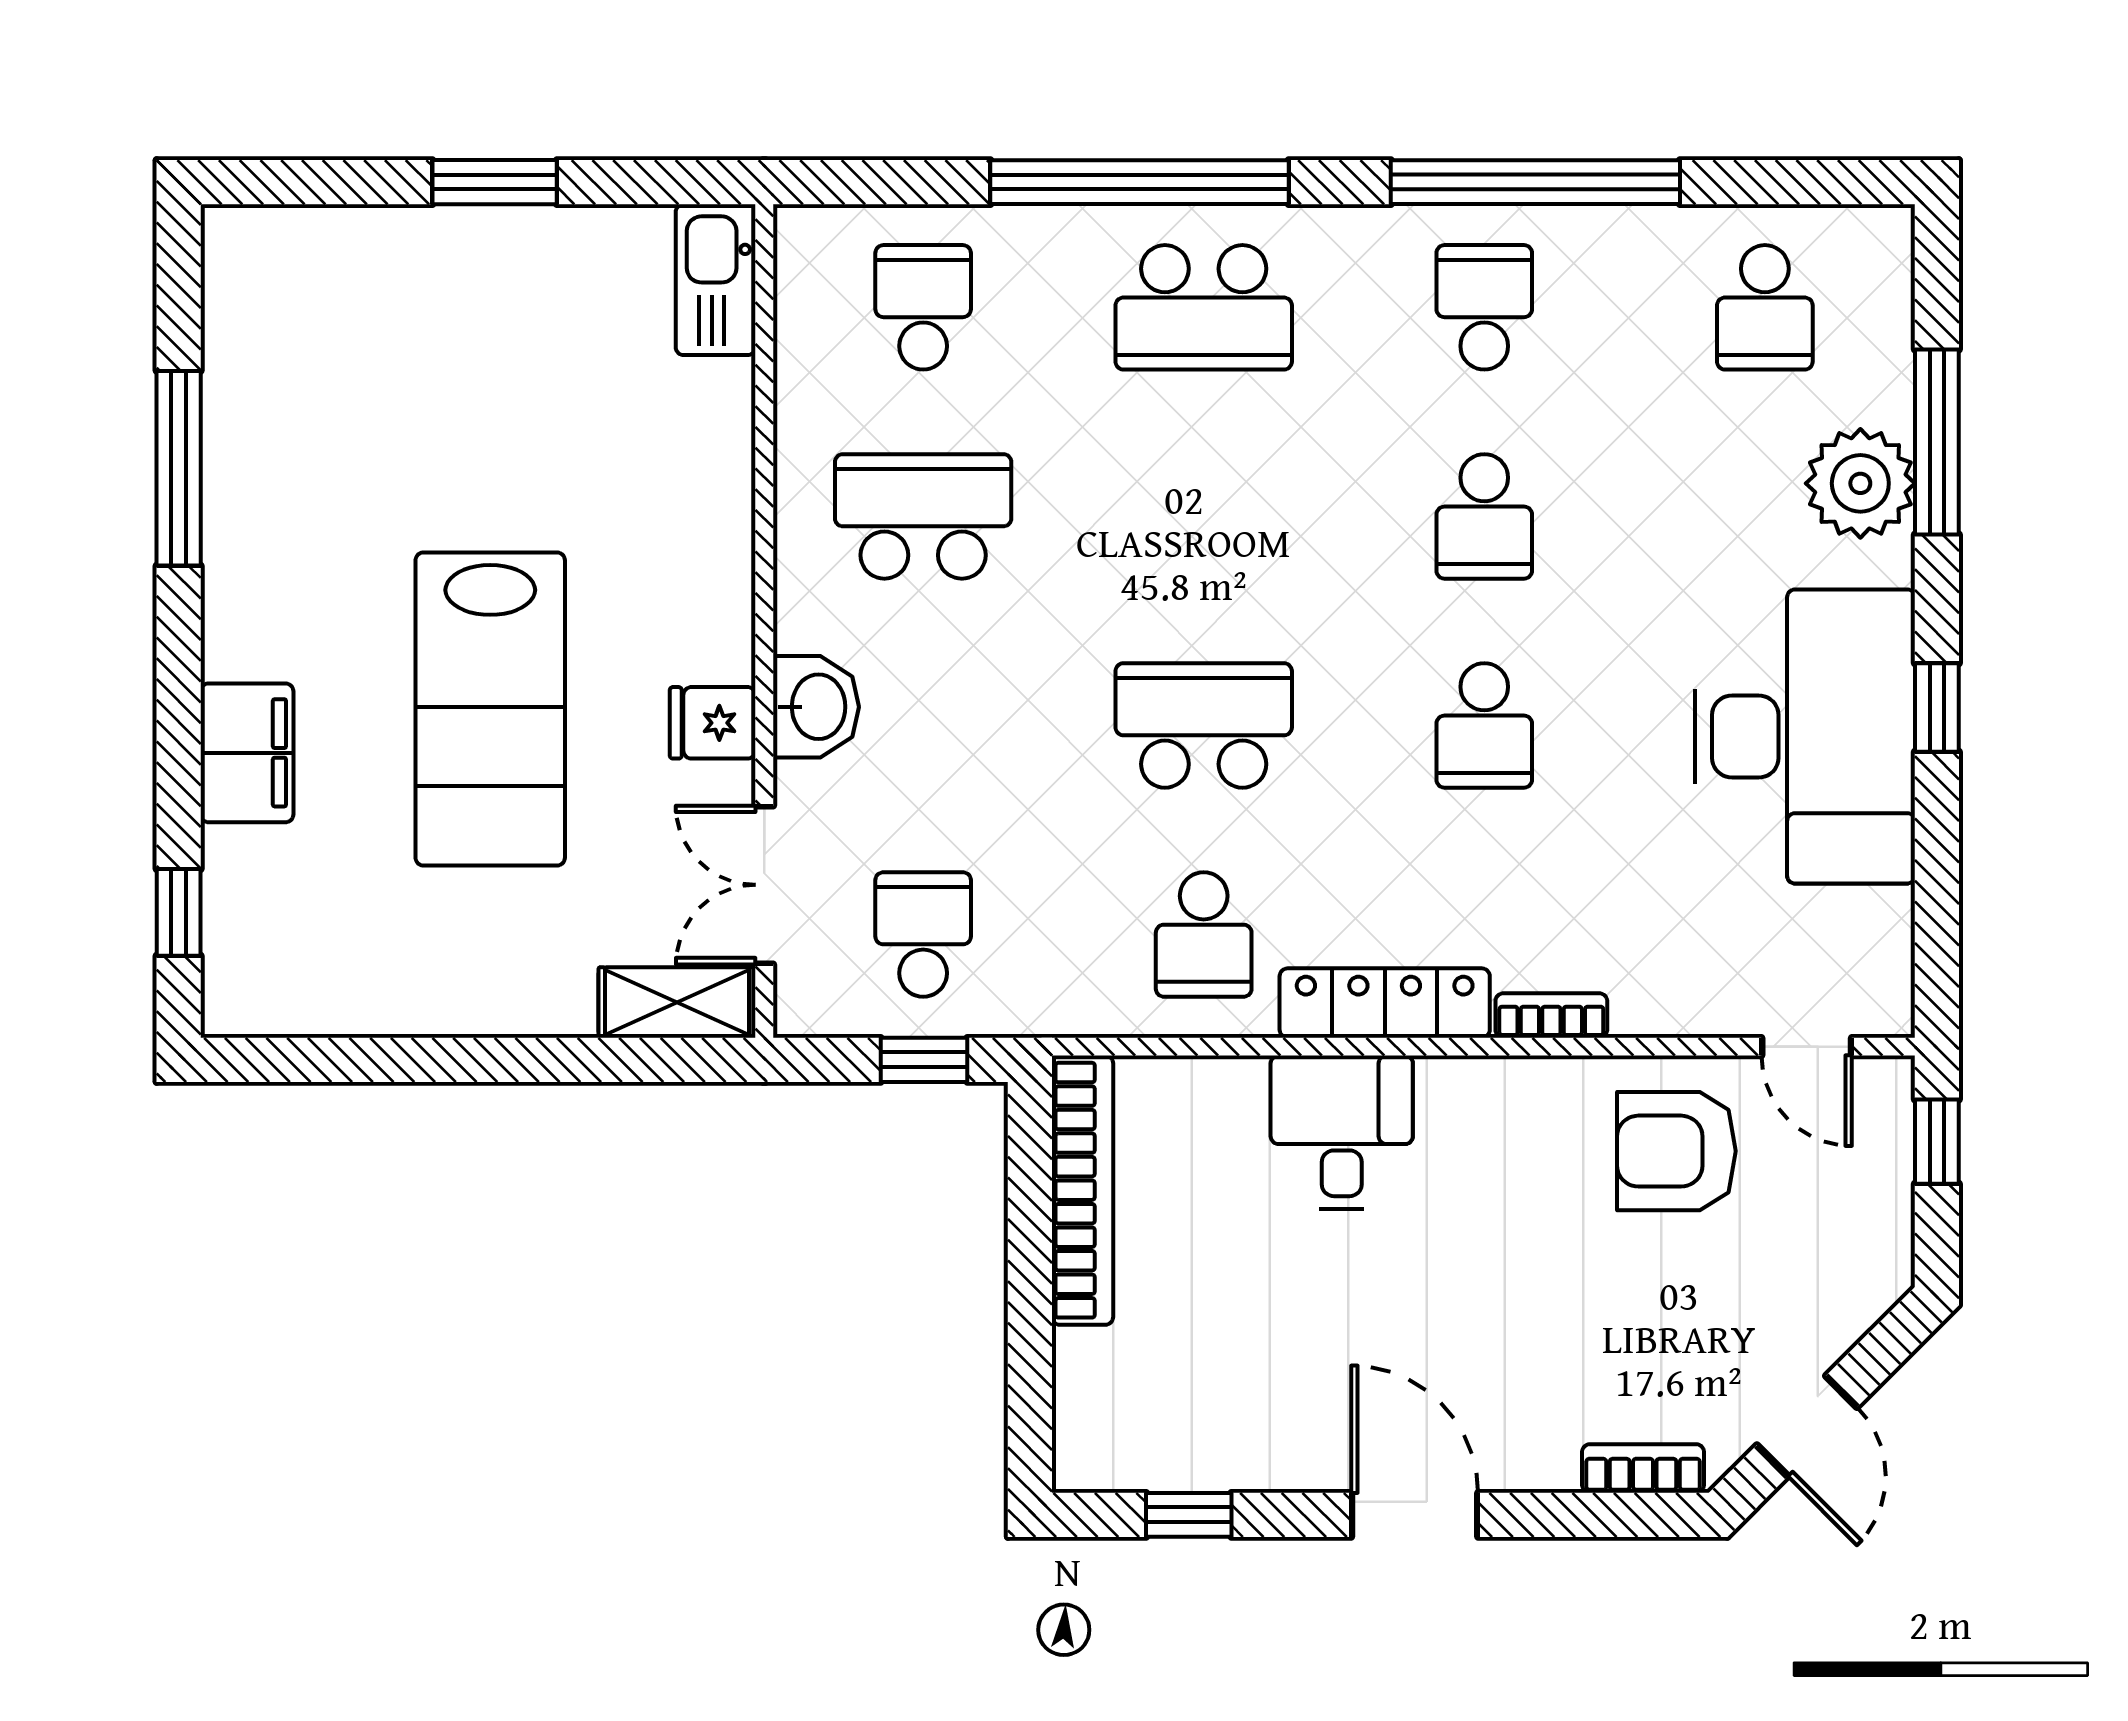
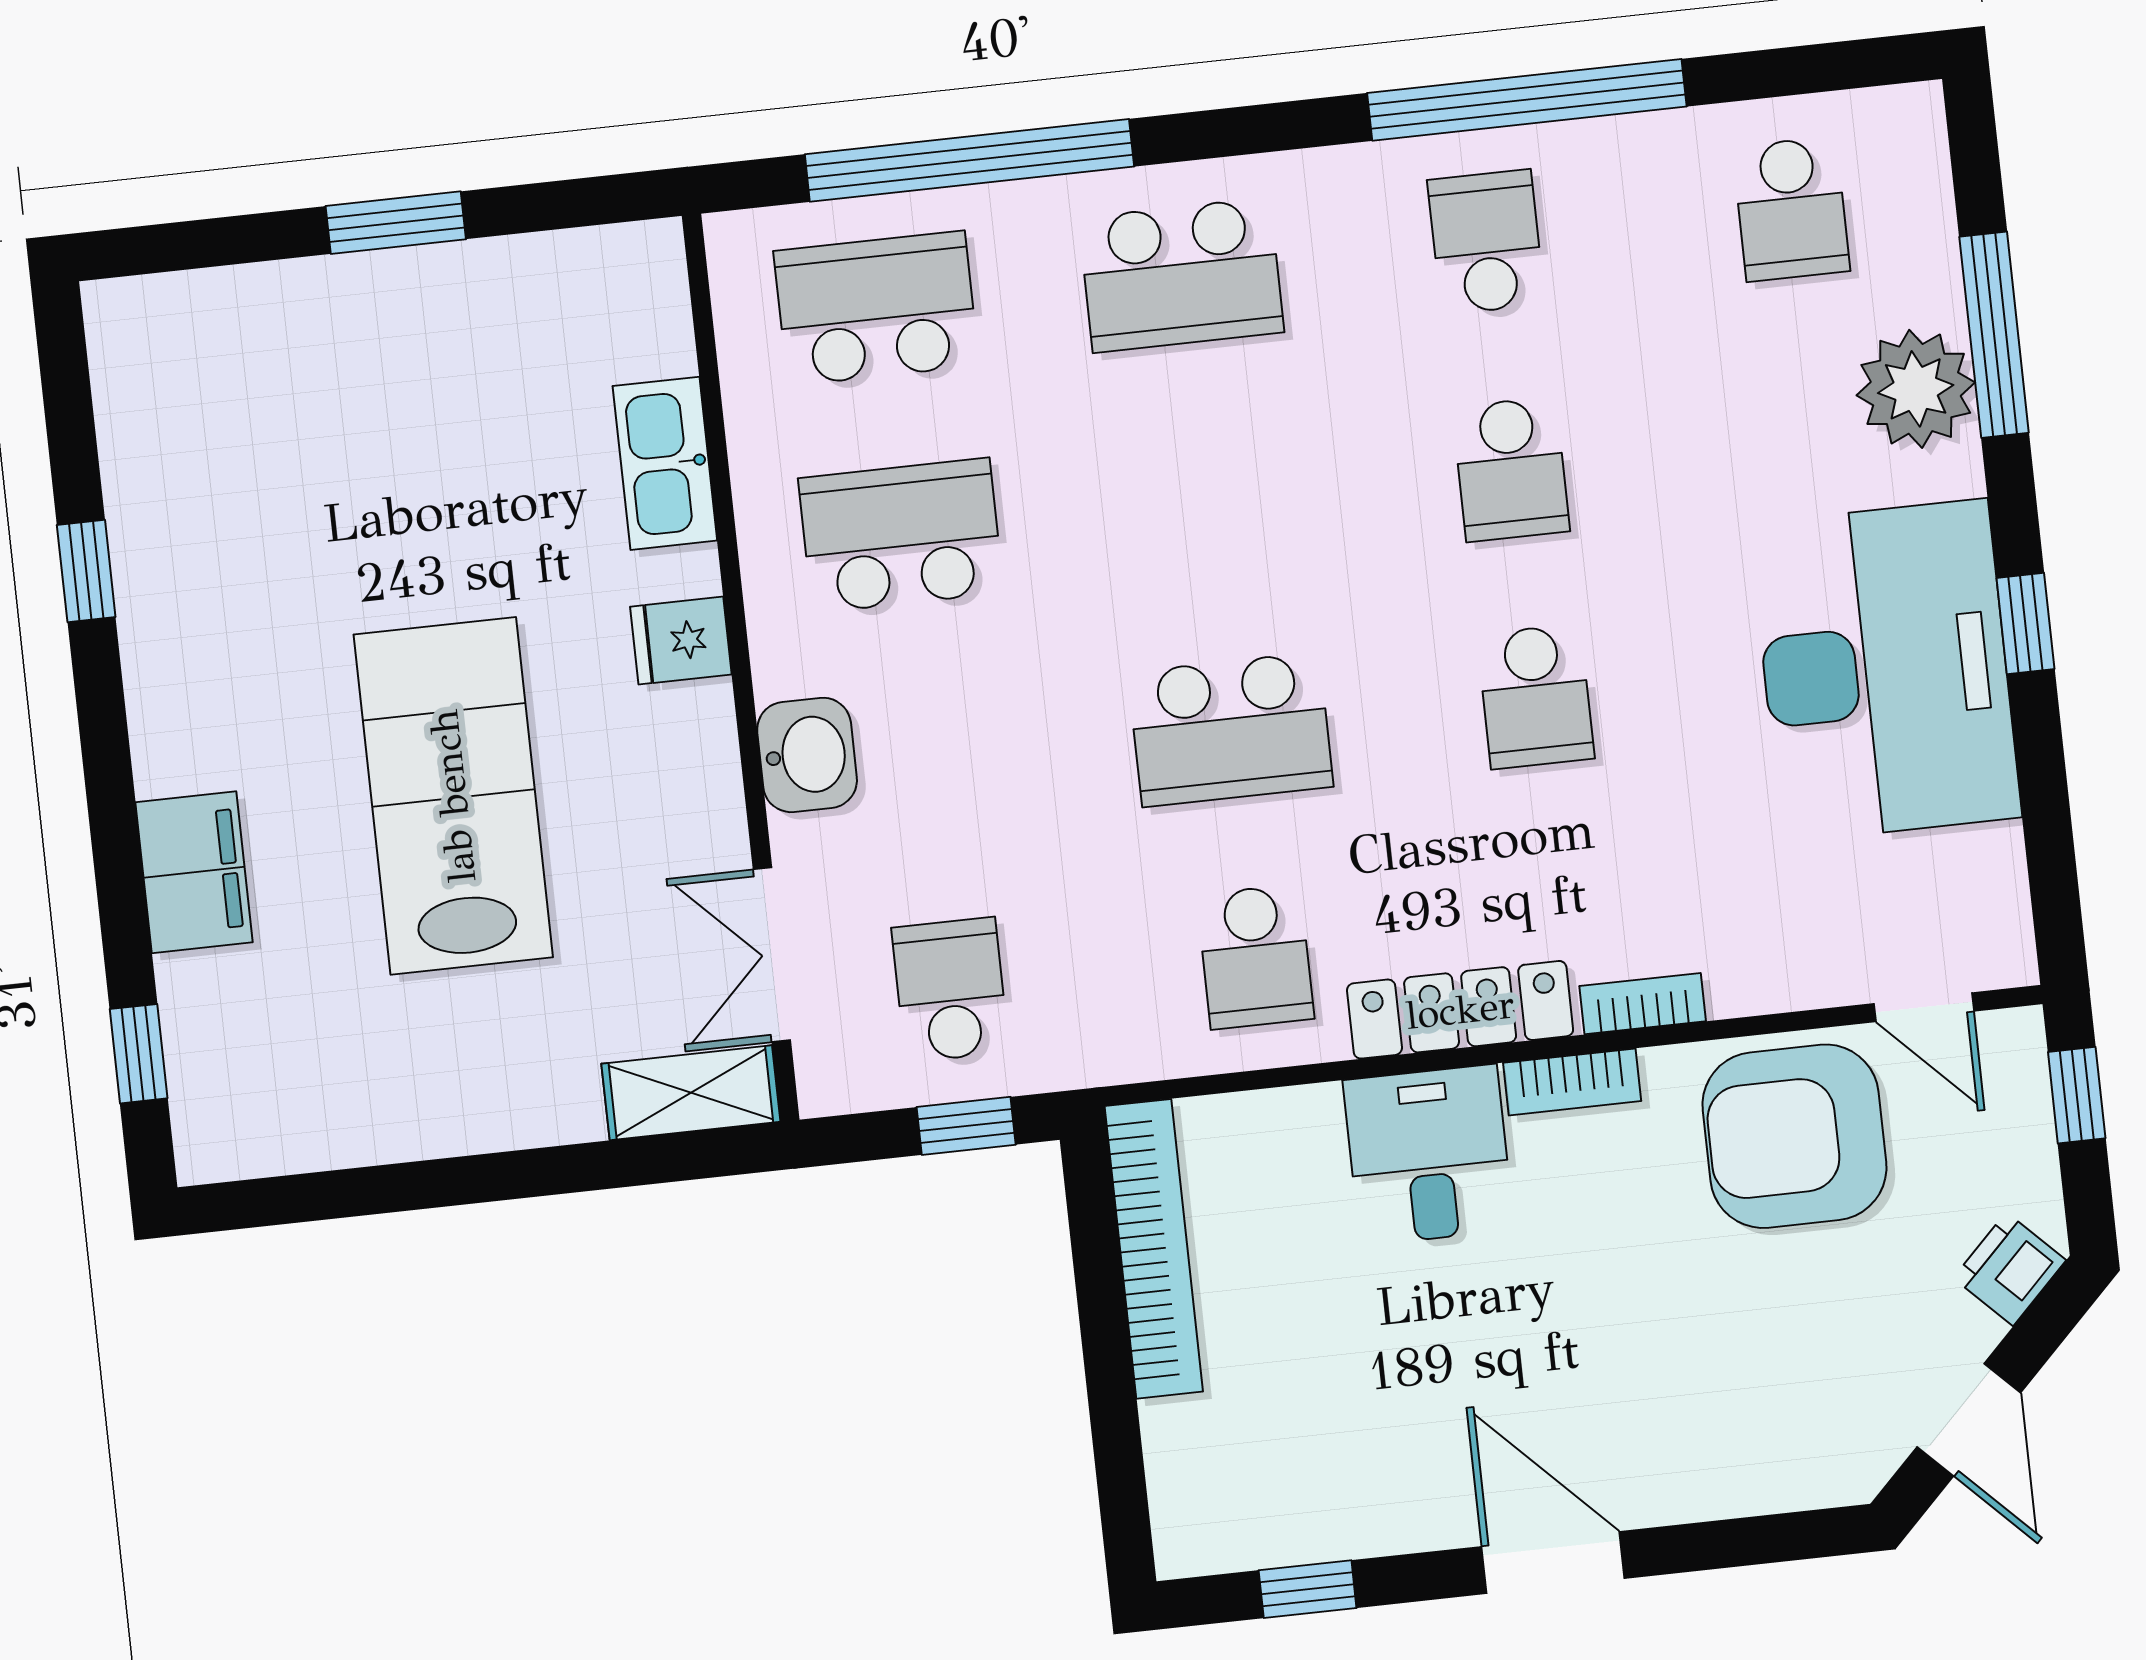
window: (1140, 182) -> (969, 160), moved
kitchen sink: (716, 280) -> (665, 463), moved
school desk: (923, 307) -> (876, 308), width x1.85
window: (179, 468) -> (86, 571), width x0.46
lab bench: (490, 709) -> (453, 796), turned 180
fridge: (713, 723) -> (681, 641), moved
school desk: (1204, 725) -> (1231, 729), turned 180
armchair: (1676, 1151) -> (1794, 1136), width x1.36, depth x1.36
printer: (1859, 1293) -> (2010, 1269), added
bookcase: (1643, 1468) -> (1572, 1082), moved, turned 180

